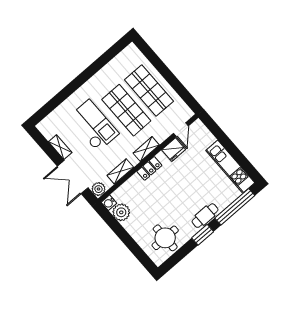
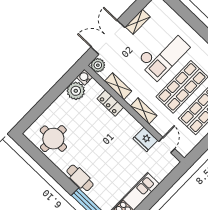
door: (181, 130) -> (167, 145), swing flipped
locker: (149, 168) -> (110, 103), moved
window: (203, 235) -> (60, 177), removed

